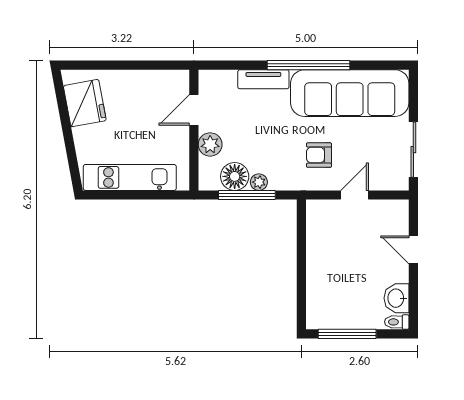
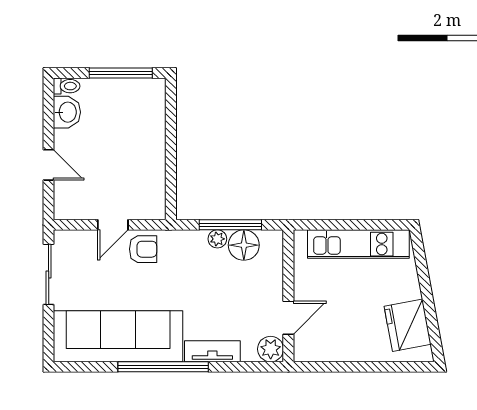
plant: (210, 144) -> (271, 349), moved
armchair: (319, 155) -> (143, 249), moved

